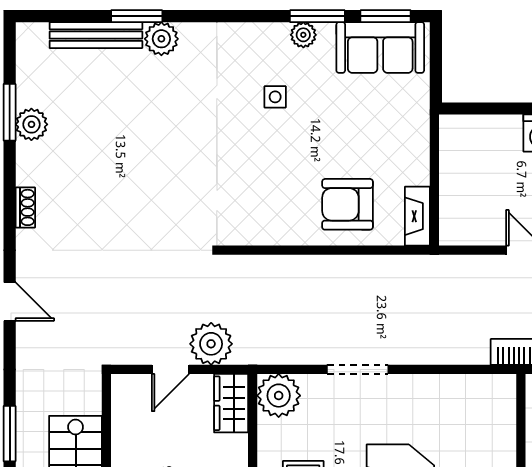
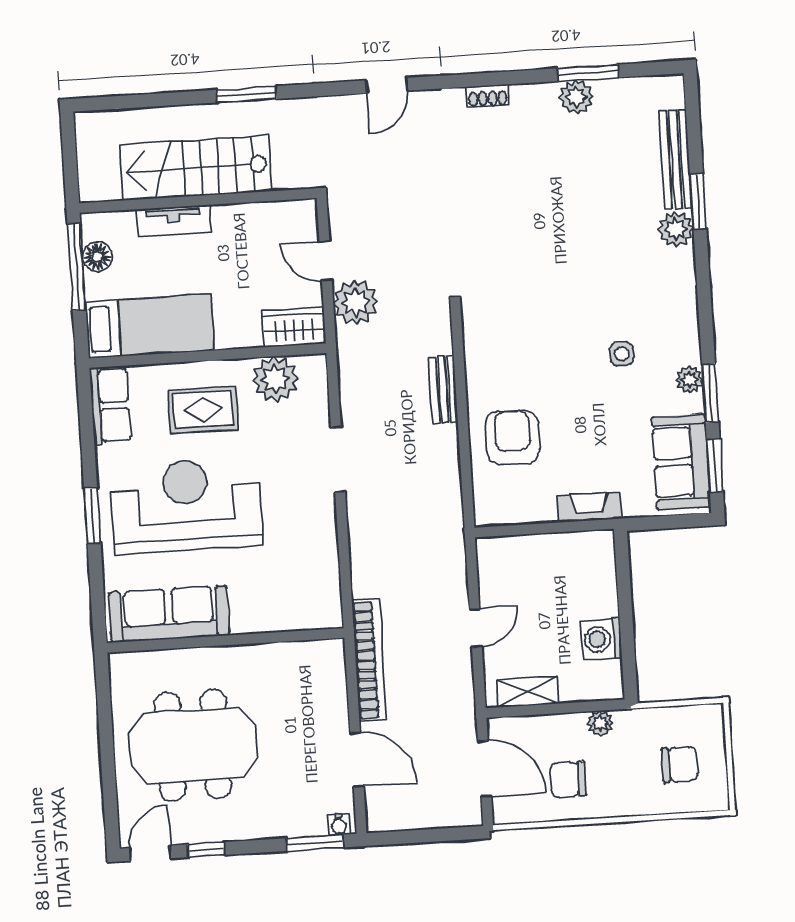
fireplace: (417, 216) -> (589, 507), moved
bench: (299, 267) -> (443, 390), added
plant: (279, 396) -> (275, 379), moved

